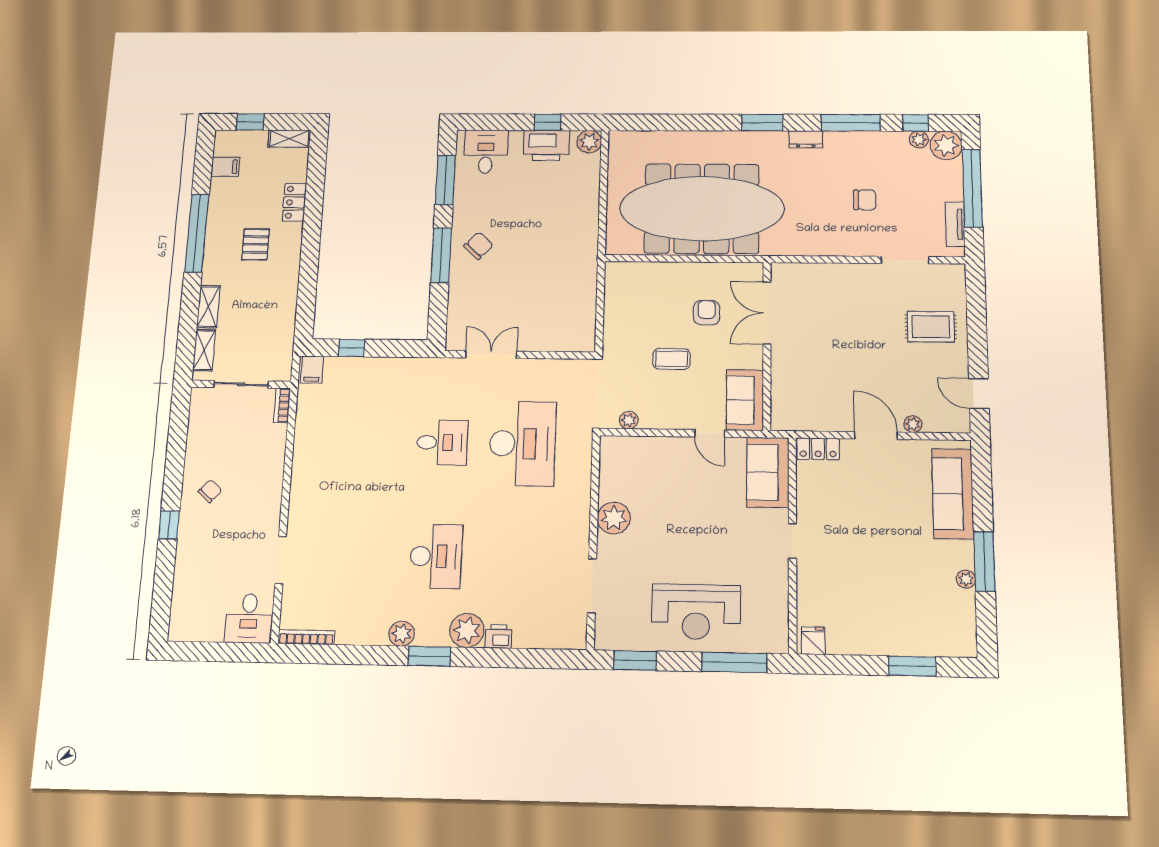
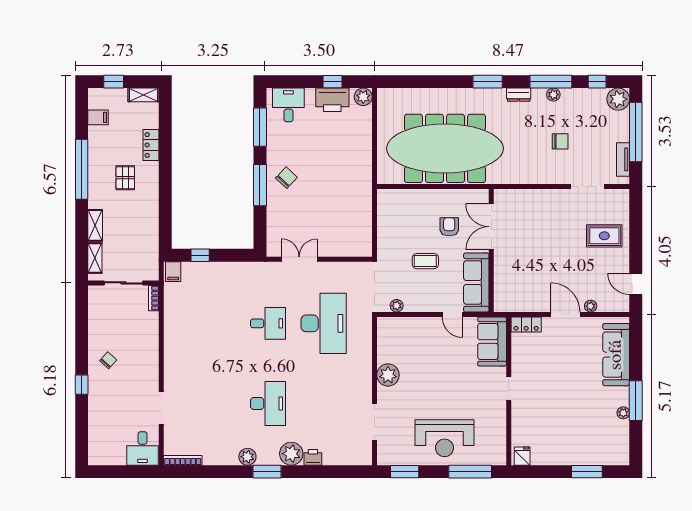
plant: (919, 139) -> (553, 95), moved
sofa: (745, 400) -> (476, 282), width x1.36

